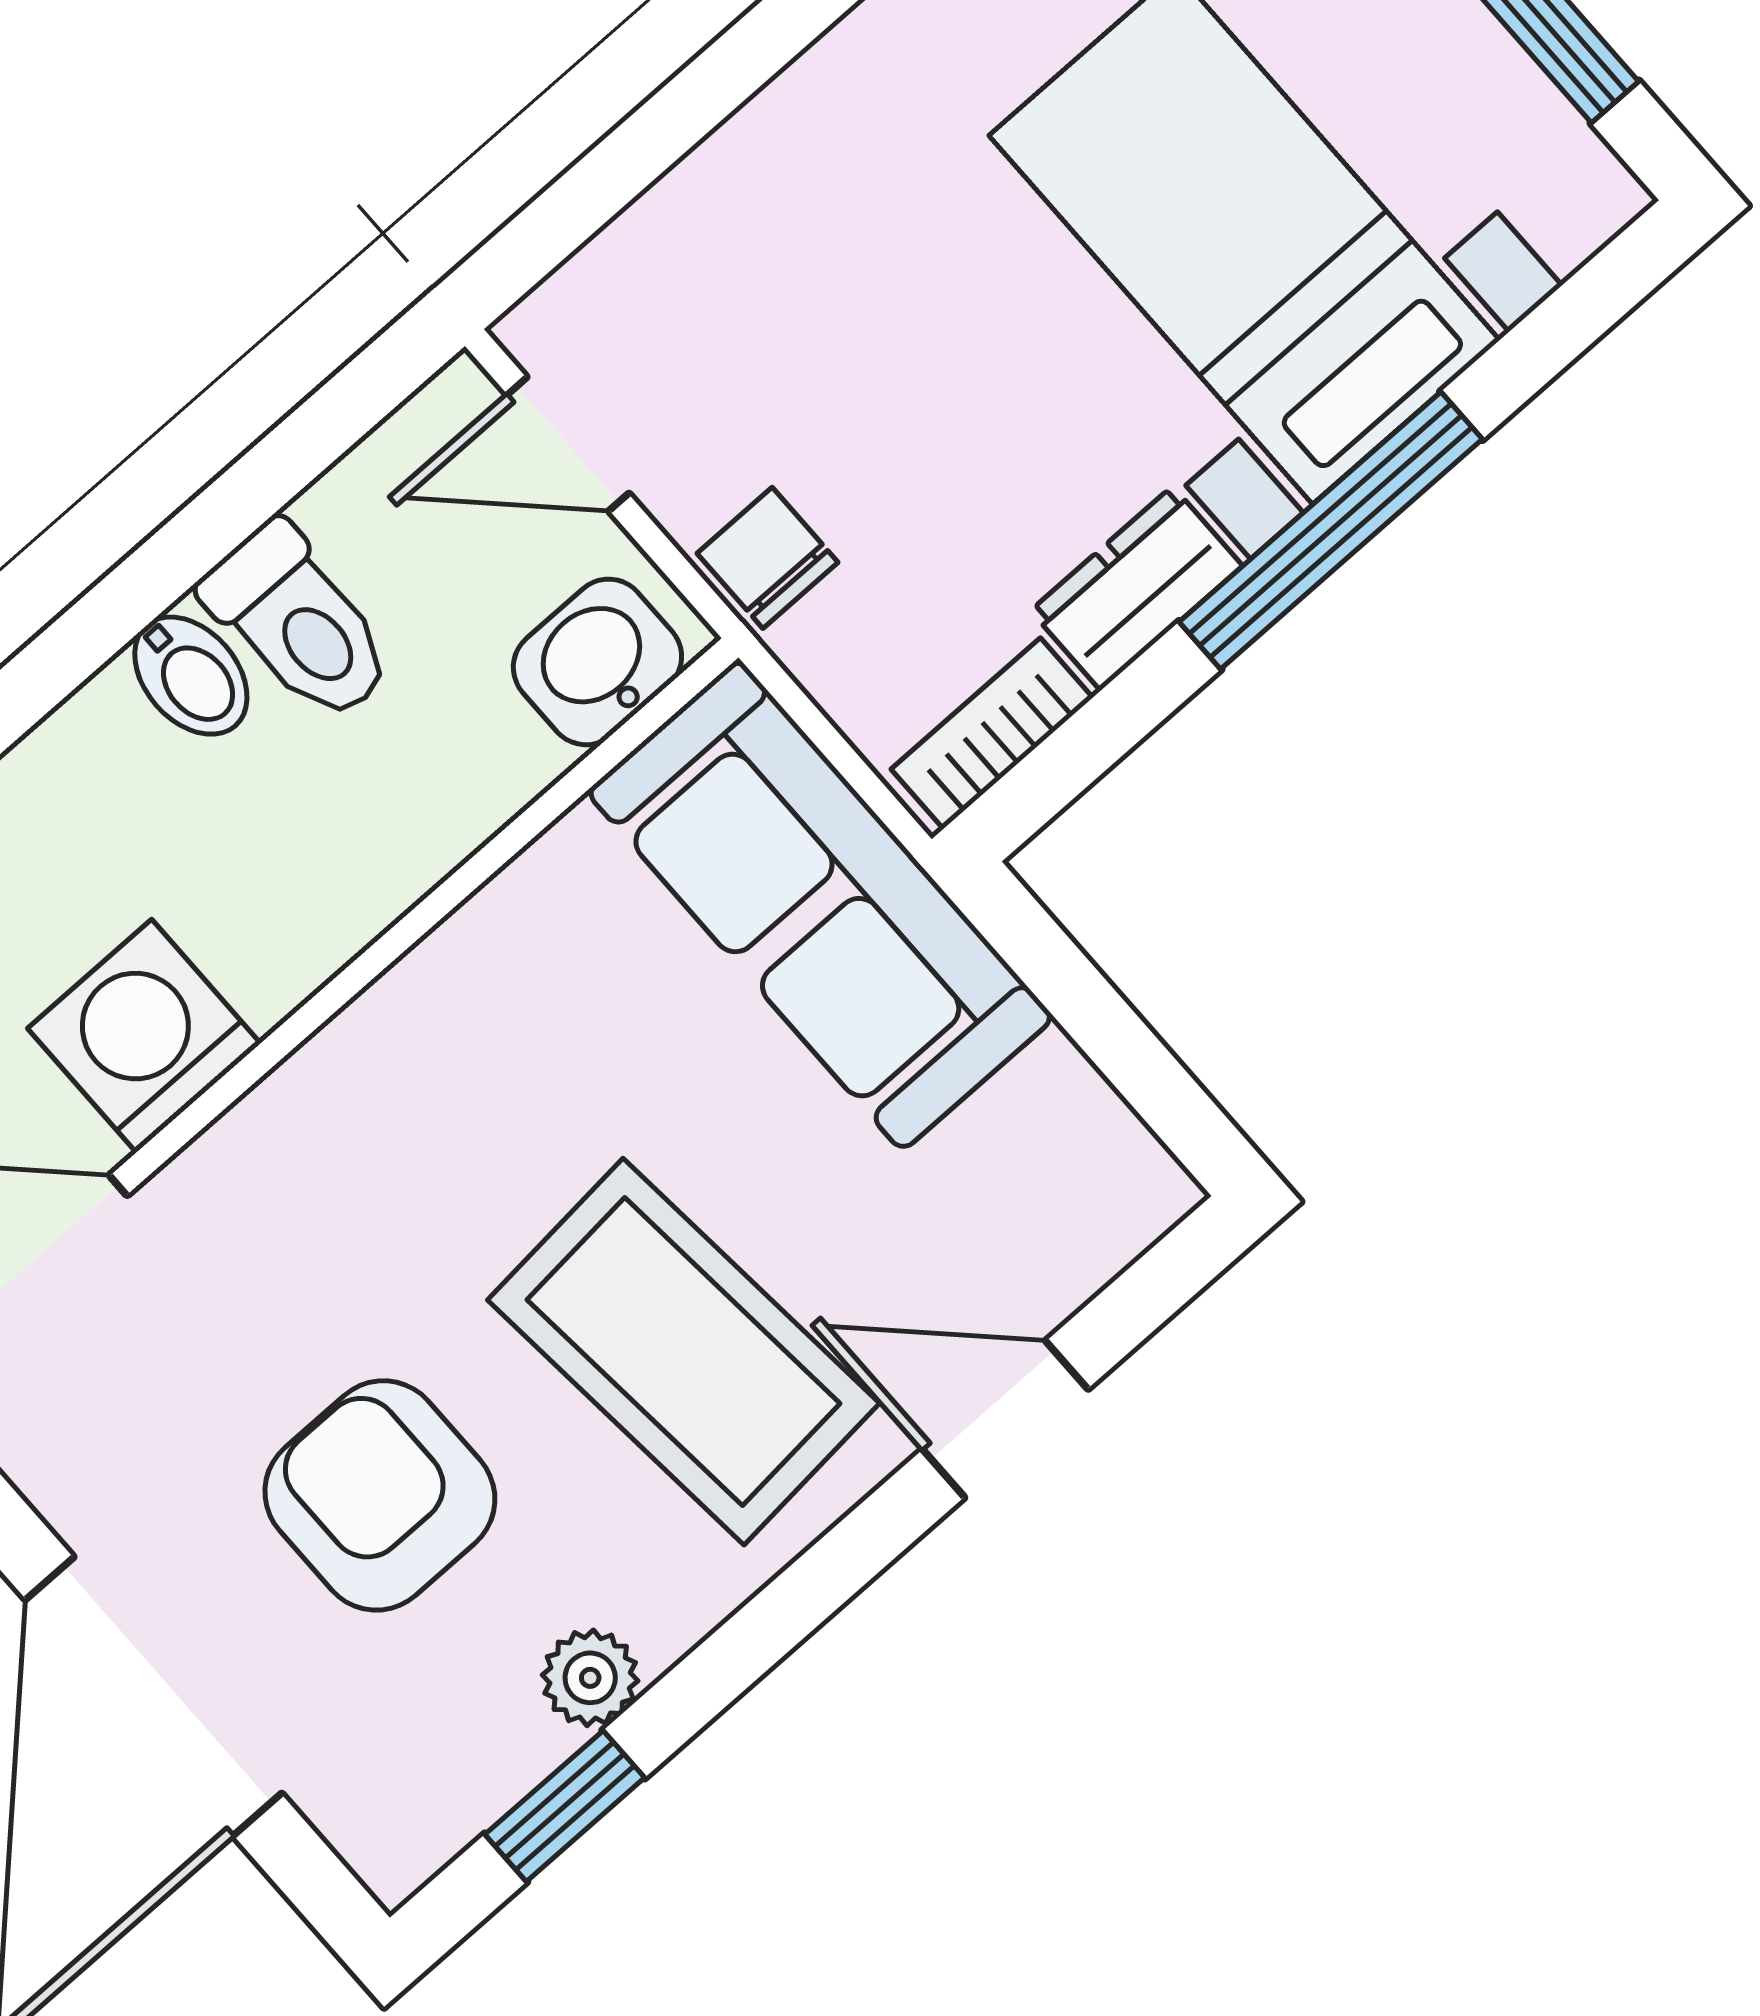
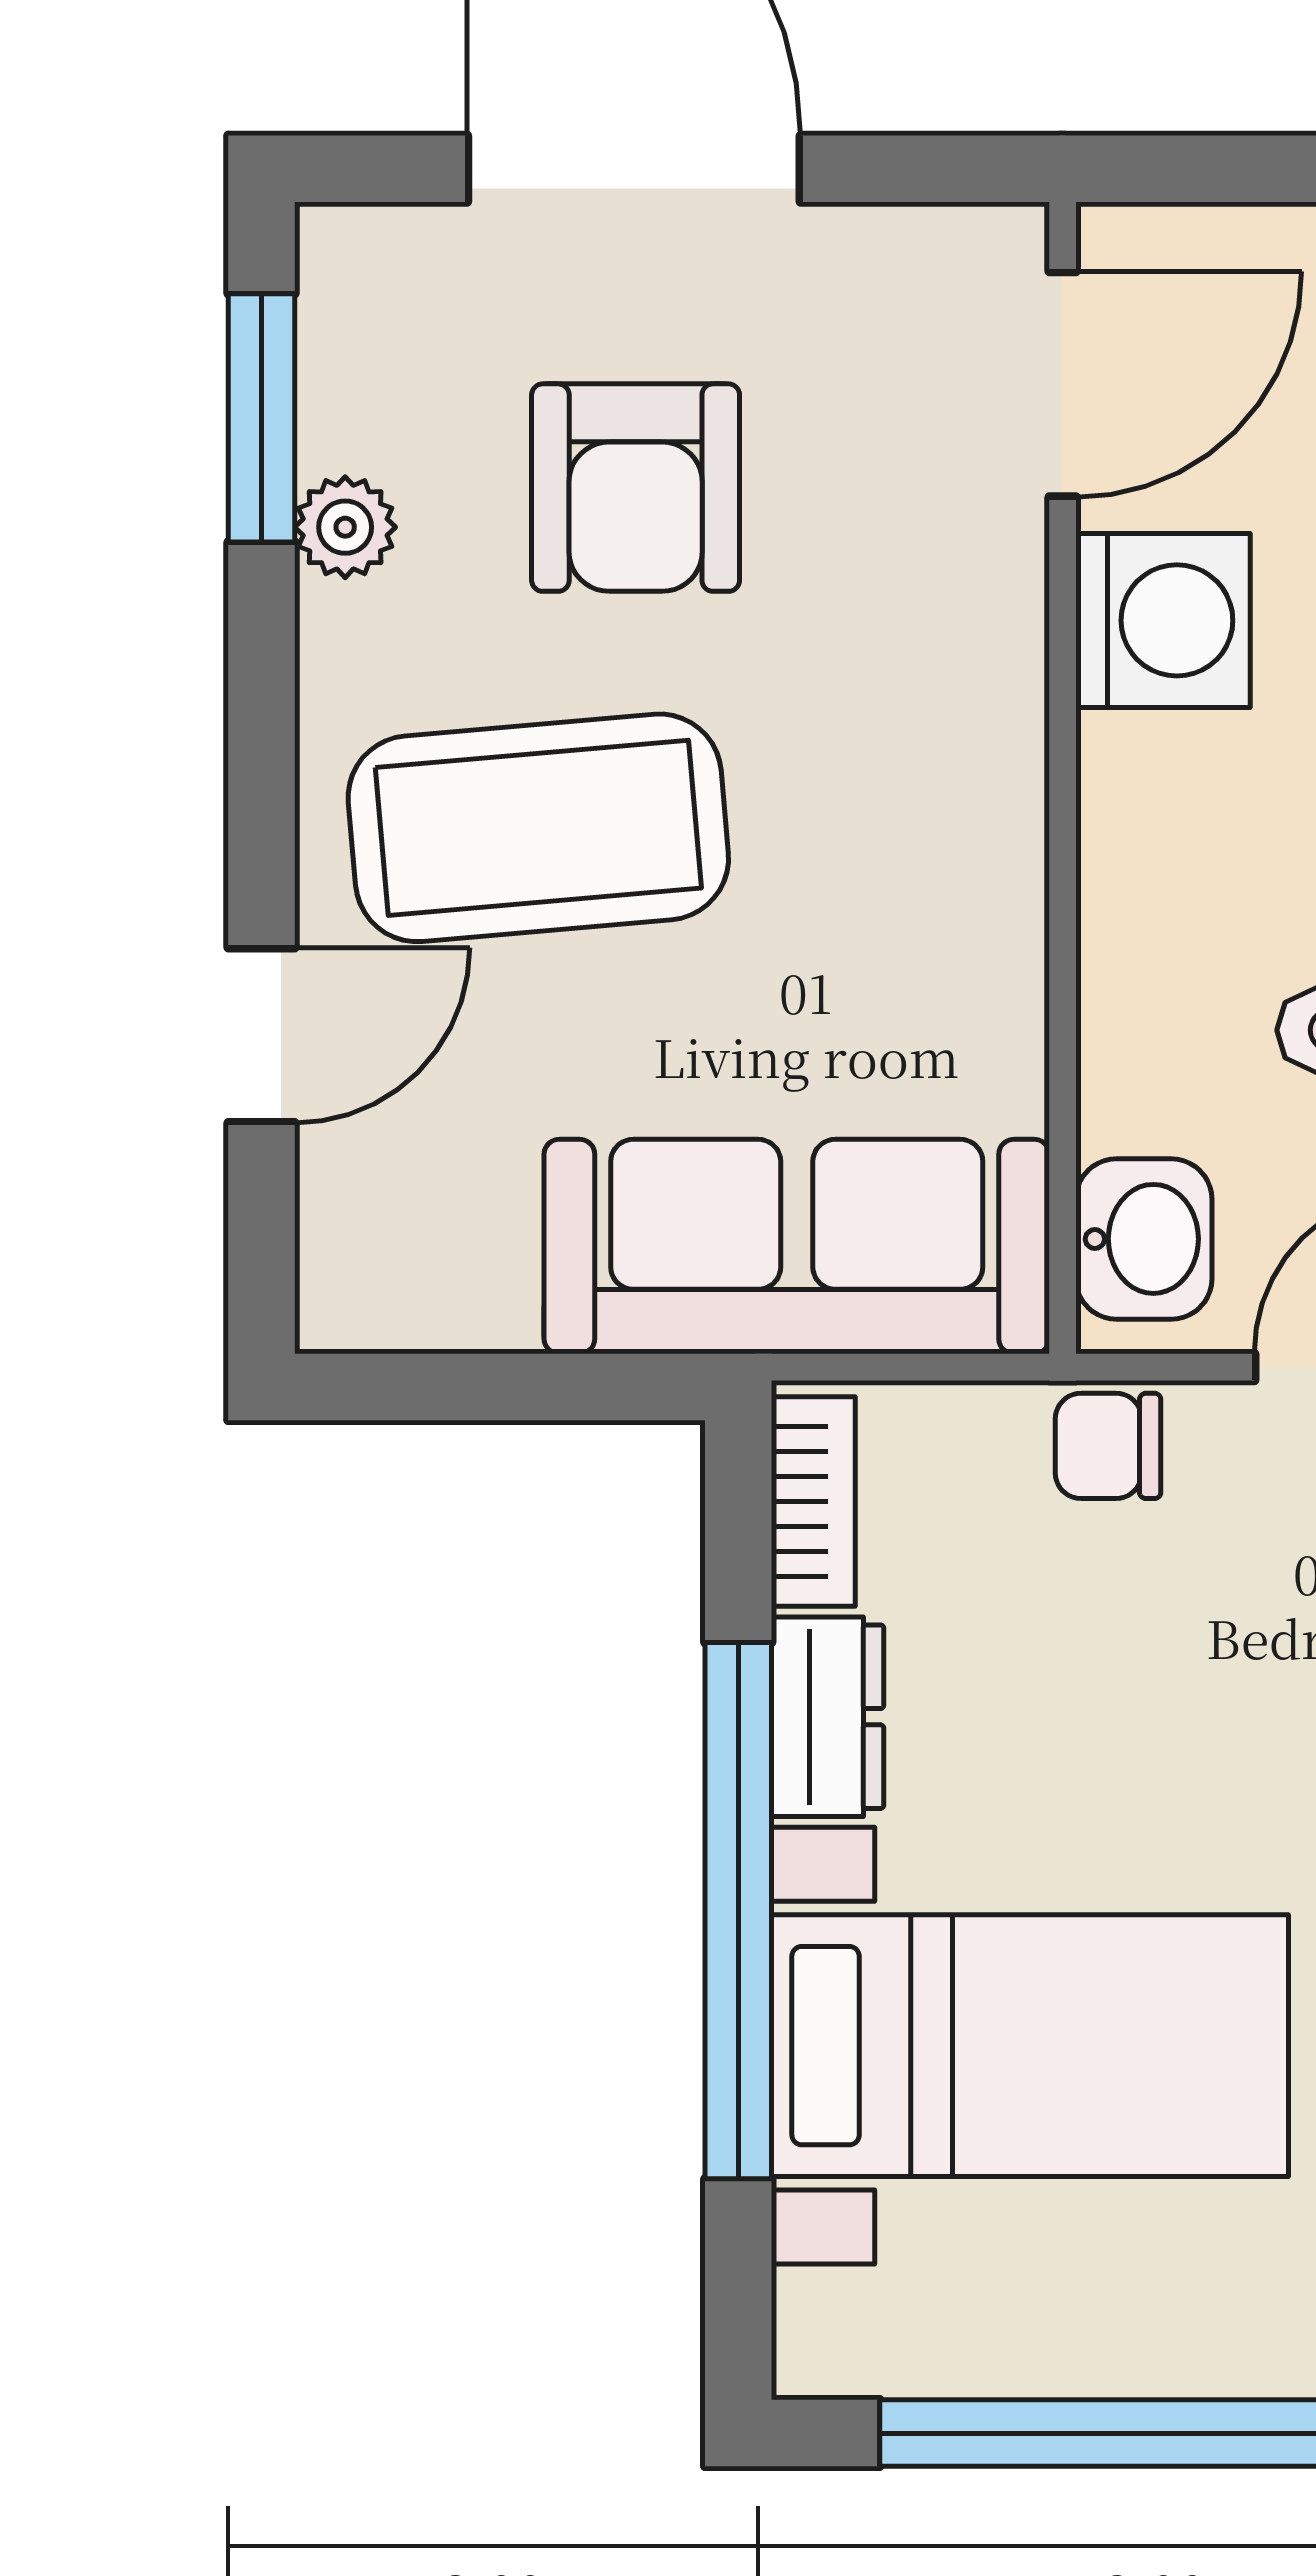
window: (1331, 530) -> (738, 1911), width x1.46
chair: (767, 558) -> (1108, 1446), turned 180
armchair: (380, 1495) -> (636, 488), turned 90
window: (565, 1806) -> (261, 418), width x1.50

